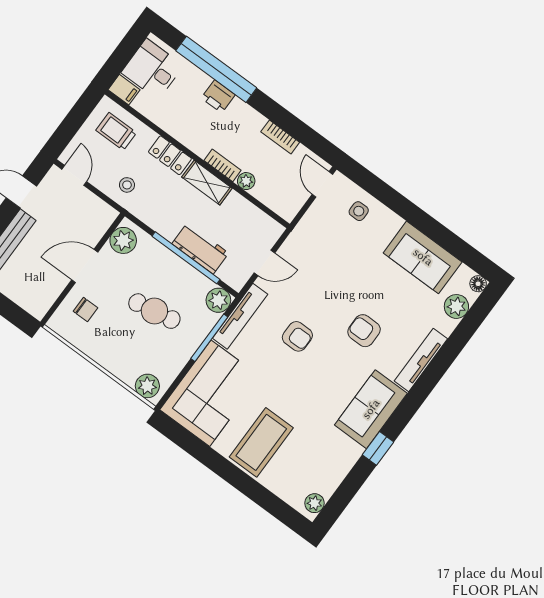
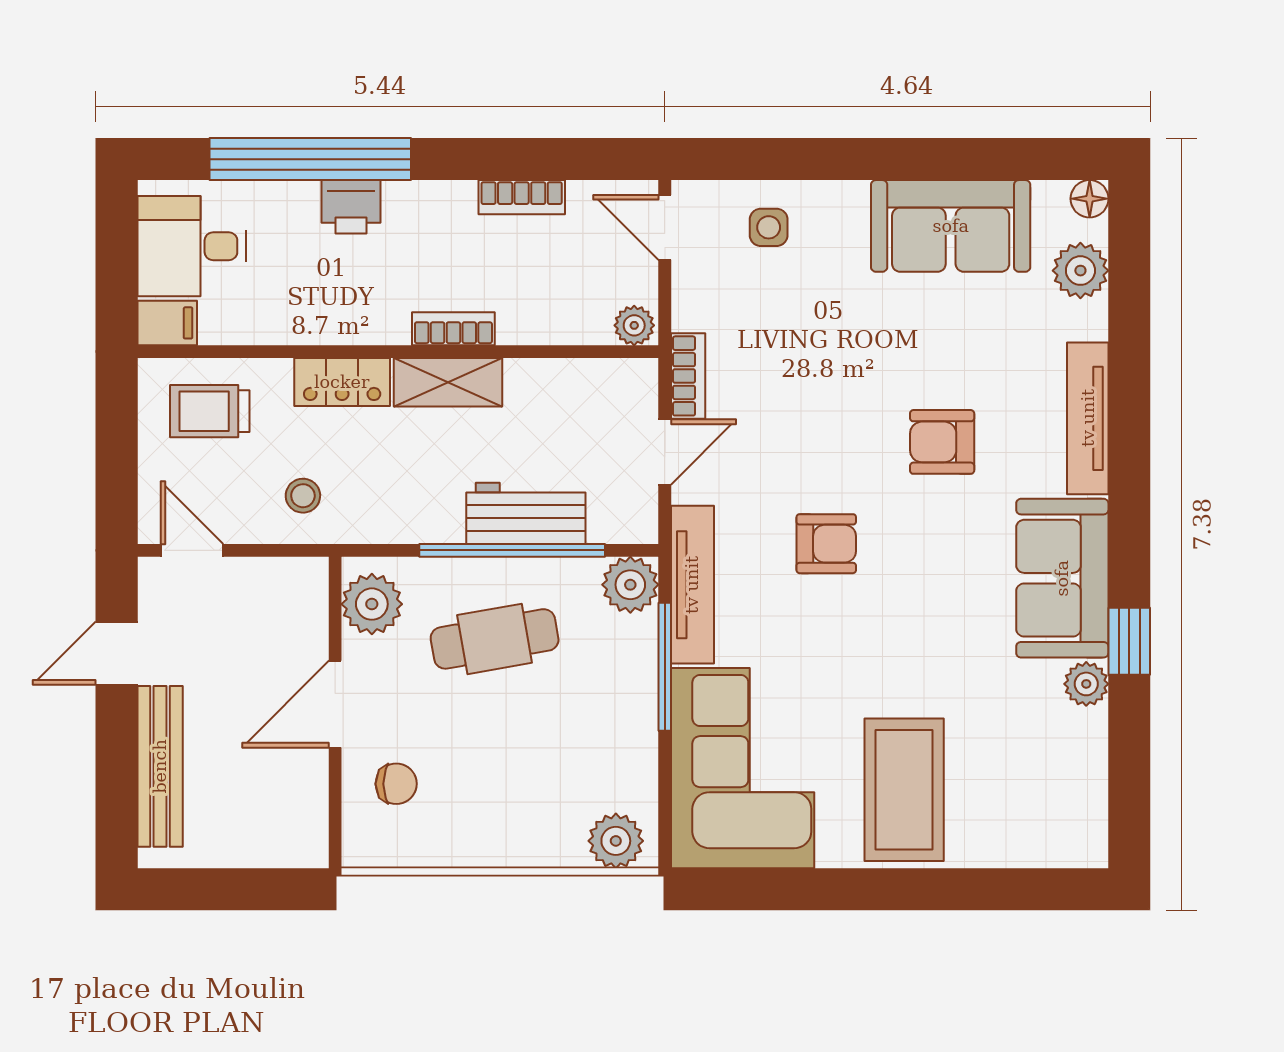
plant: (246, 181) -> (634, 325), moved
bookcase: (292, 242) -> (688, 376), added
cafe table: (154, 311) -> (495, 639), moved
plant: (314, 503) -> (1086, 684), moved

